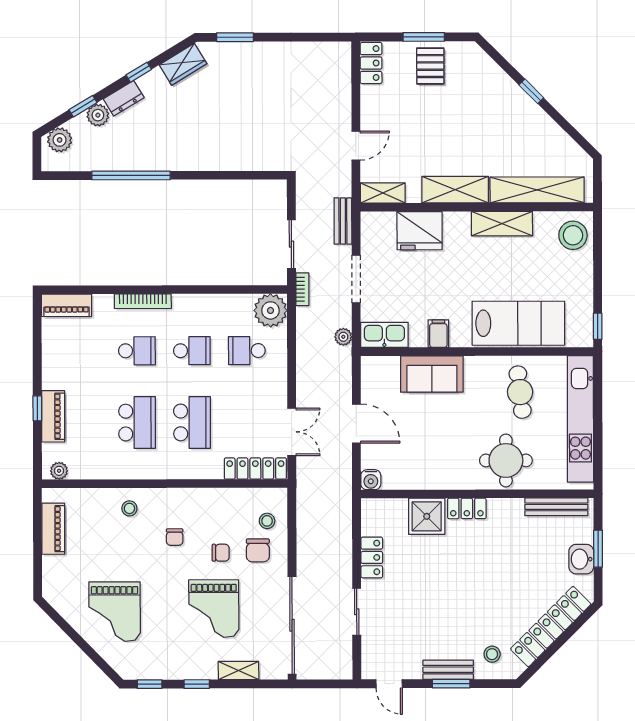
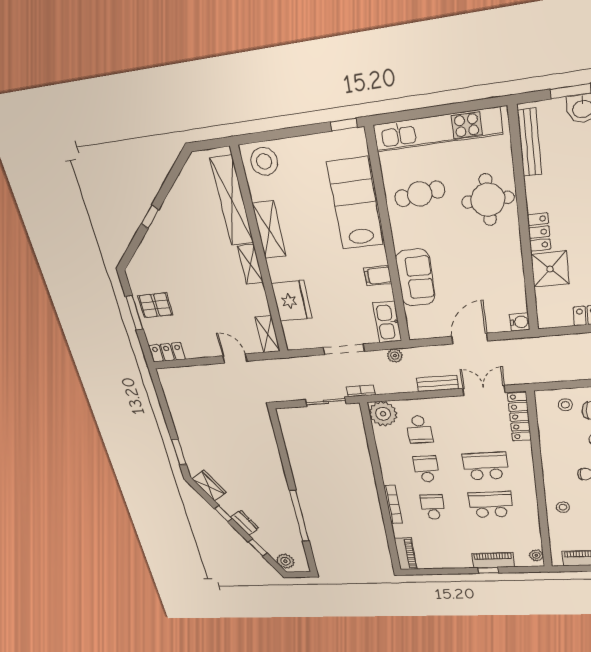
plant: (98, 115) -> (261, 538), removed
shelving: (455, 190) -> (250, 264), width x0.67, depth x0.75
bench: (343, 221) -> (437, 383), moved

